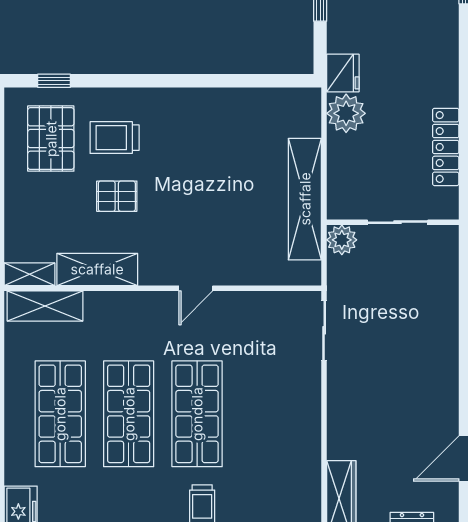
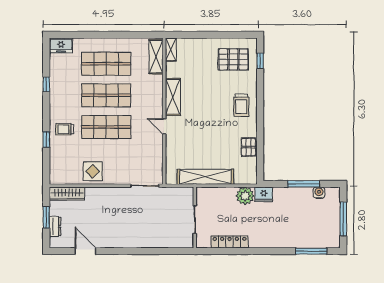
trolley: (115, 138) -> (241, 105), moved, turned 180
pallet: (117, 196) -> (248, 147), moved
plant: (342, 240) -> (187, 194), removed
shelving: (97, 269) -> (173, 97), moved
display table: (293, 443) -> (93, 171), added

